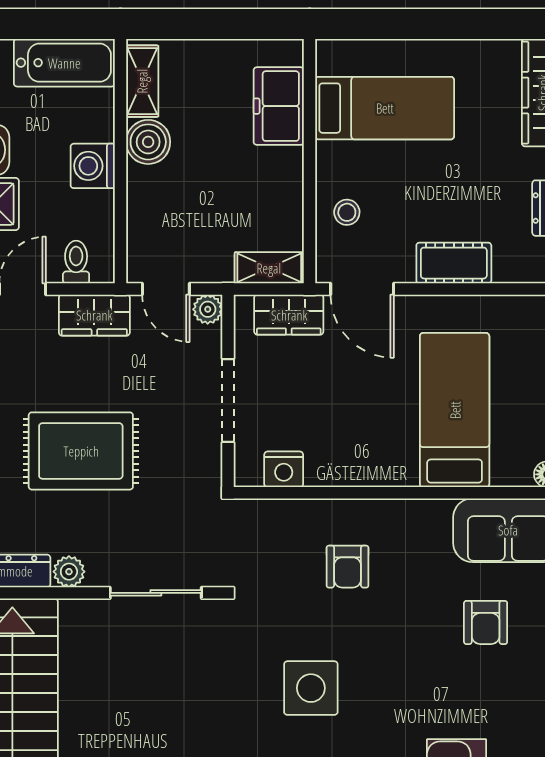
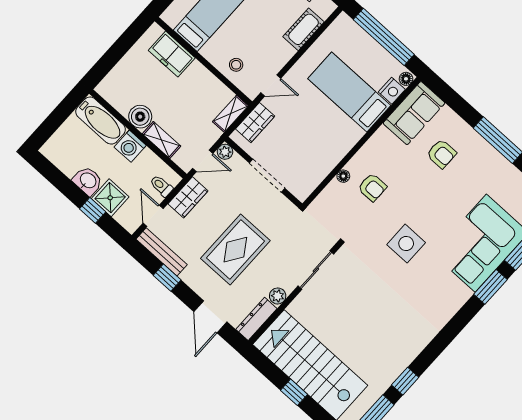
bathtub: (64, 63) -> (101, 121), moved, turned 90
shelving: (142, 81) -> (161, 140), moved
cot: (454, 263) -> (303, 29), moved
door: (362, 289) -> (271, 85), width x0.73
nightstand: (284, 469) -> (392, 91), moved
floor lamp: (326, 511) -> (343, 176), added

